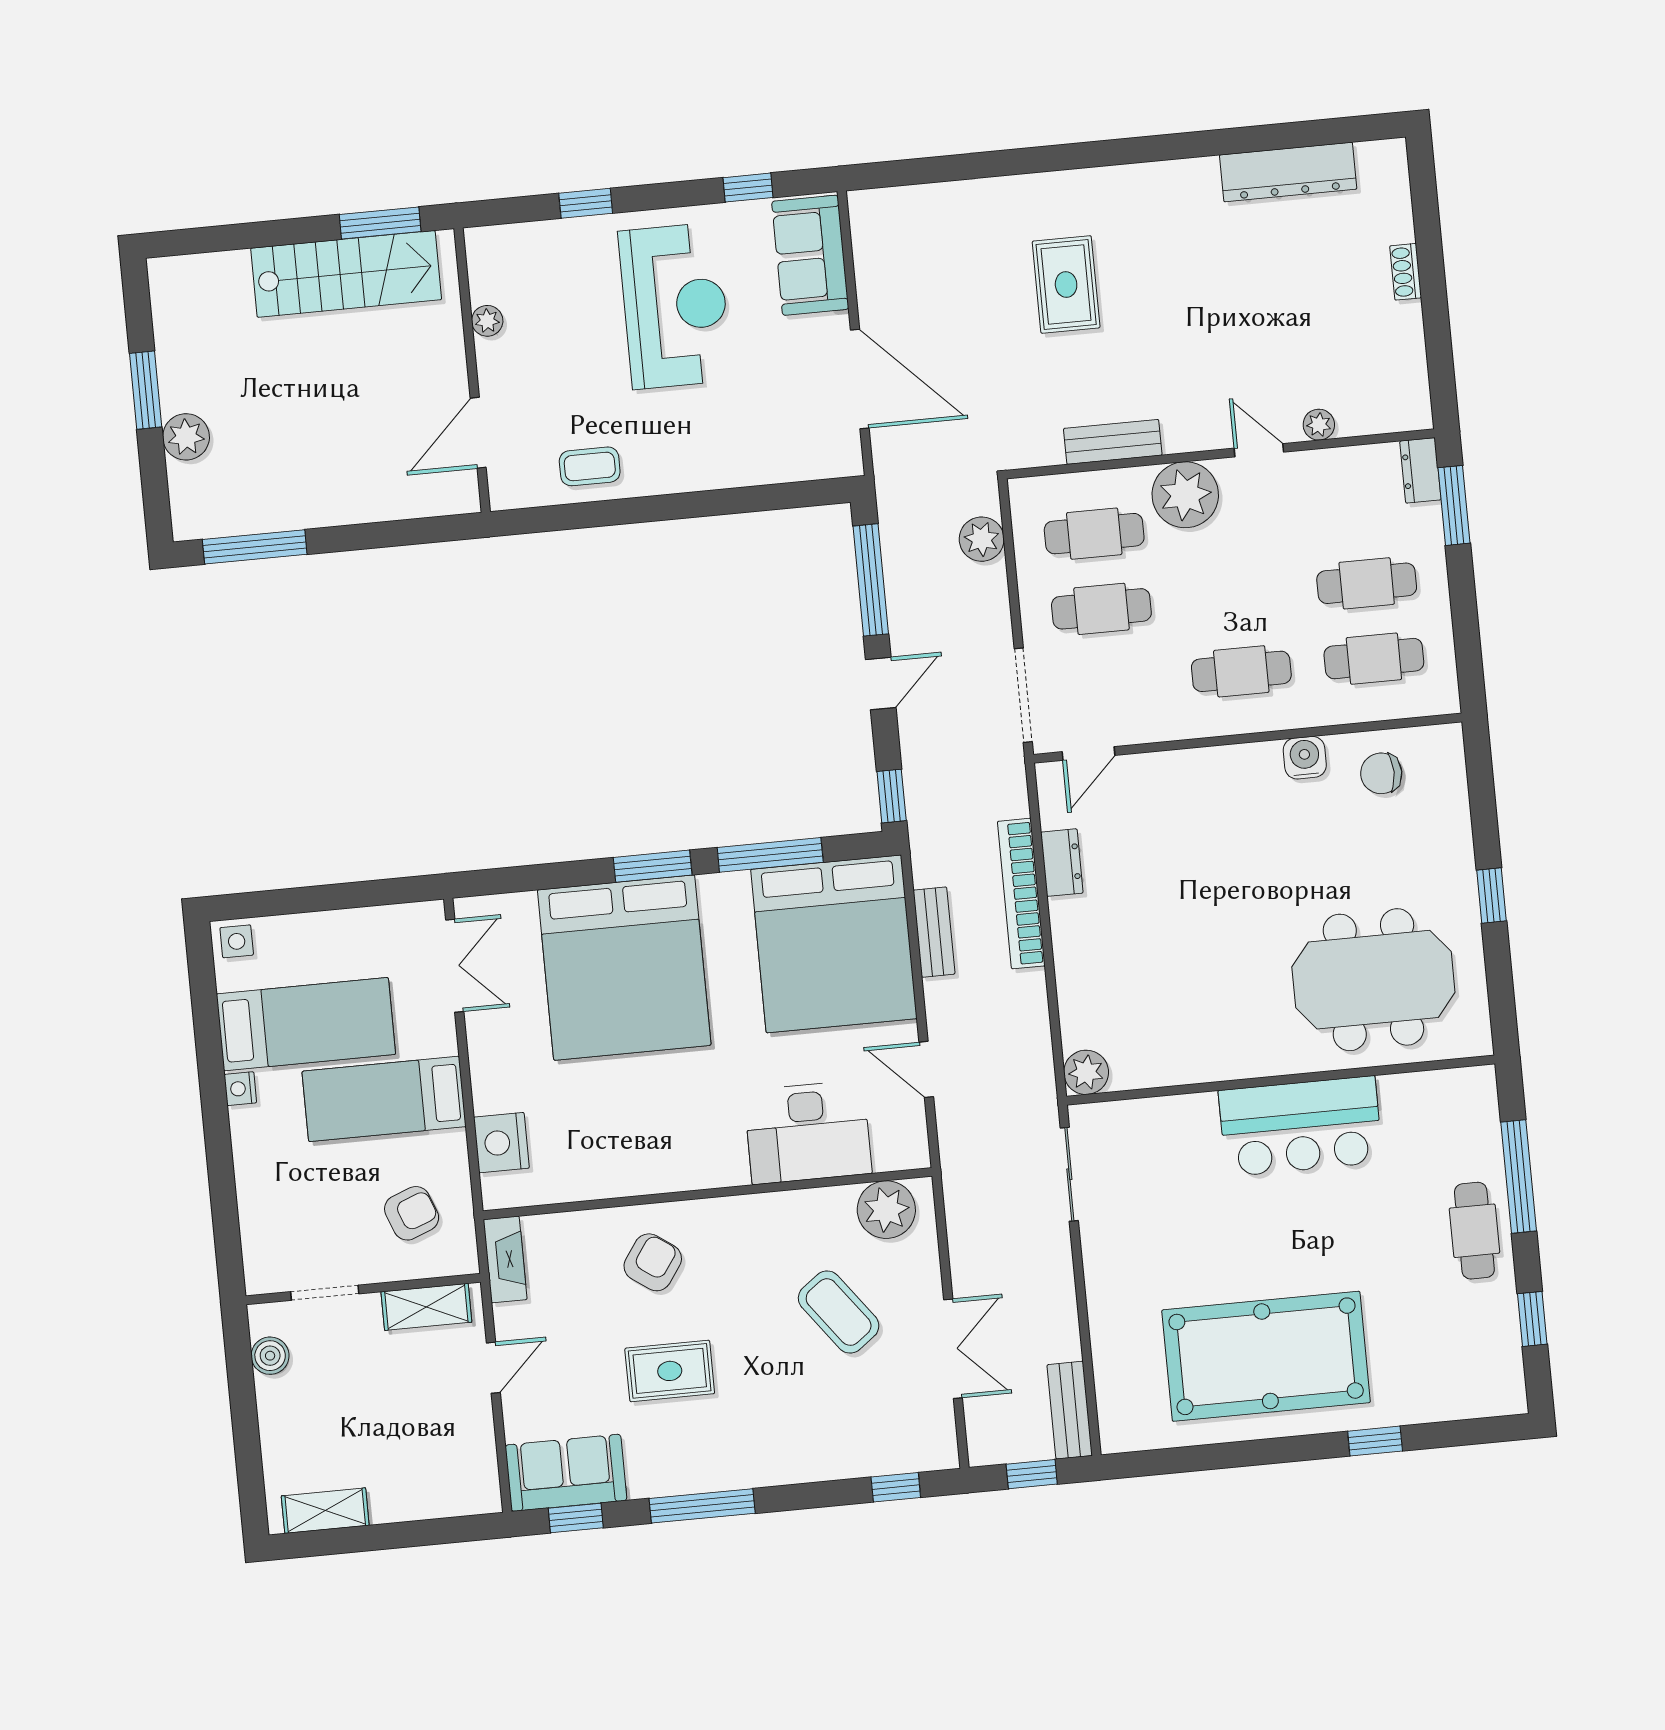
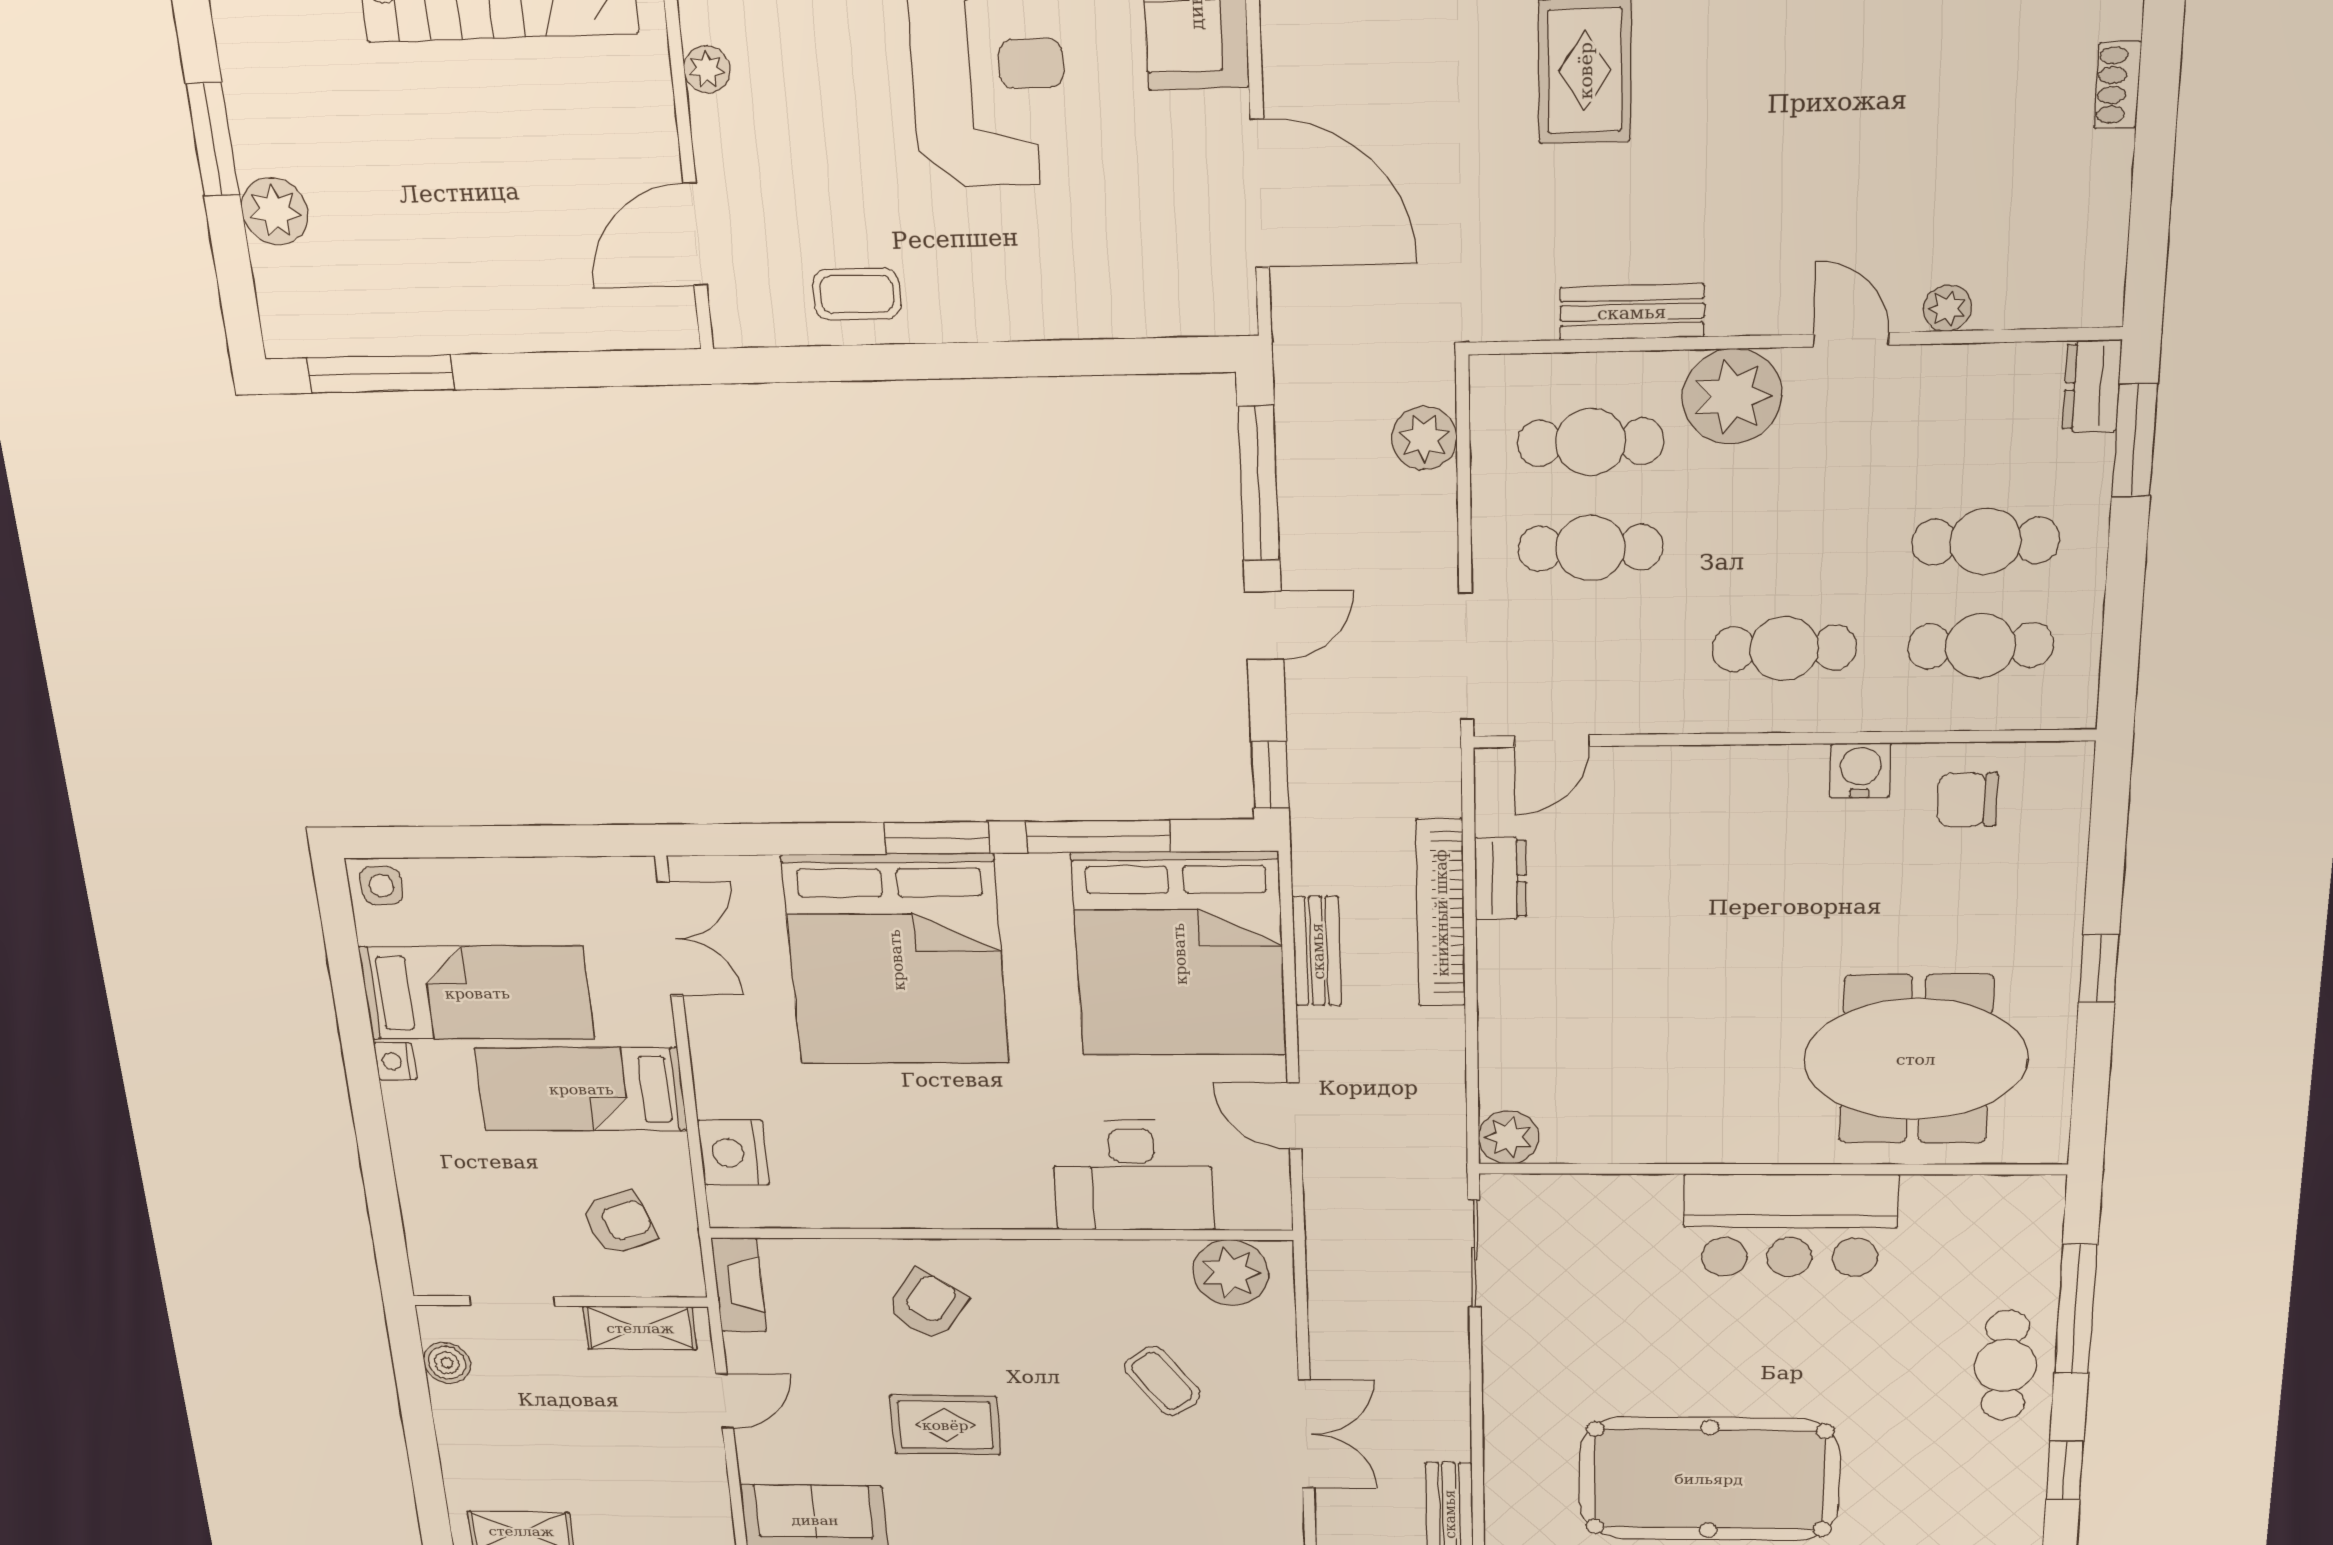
coffee table: (839, 1312) -> (1162, 1381), width x0.73, depth x0.77

